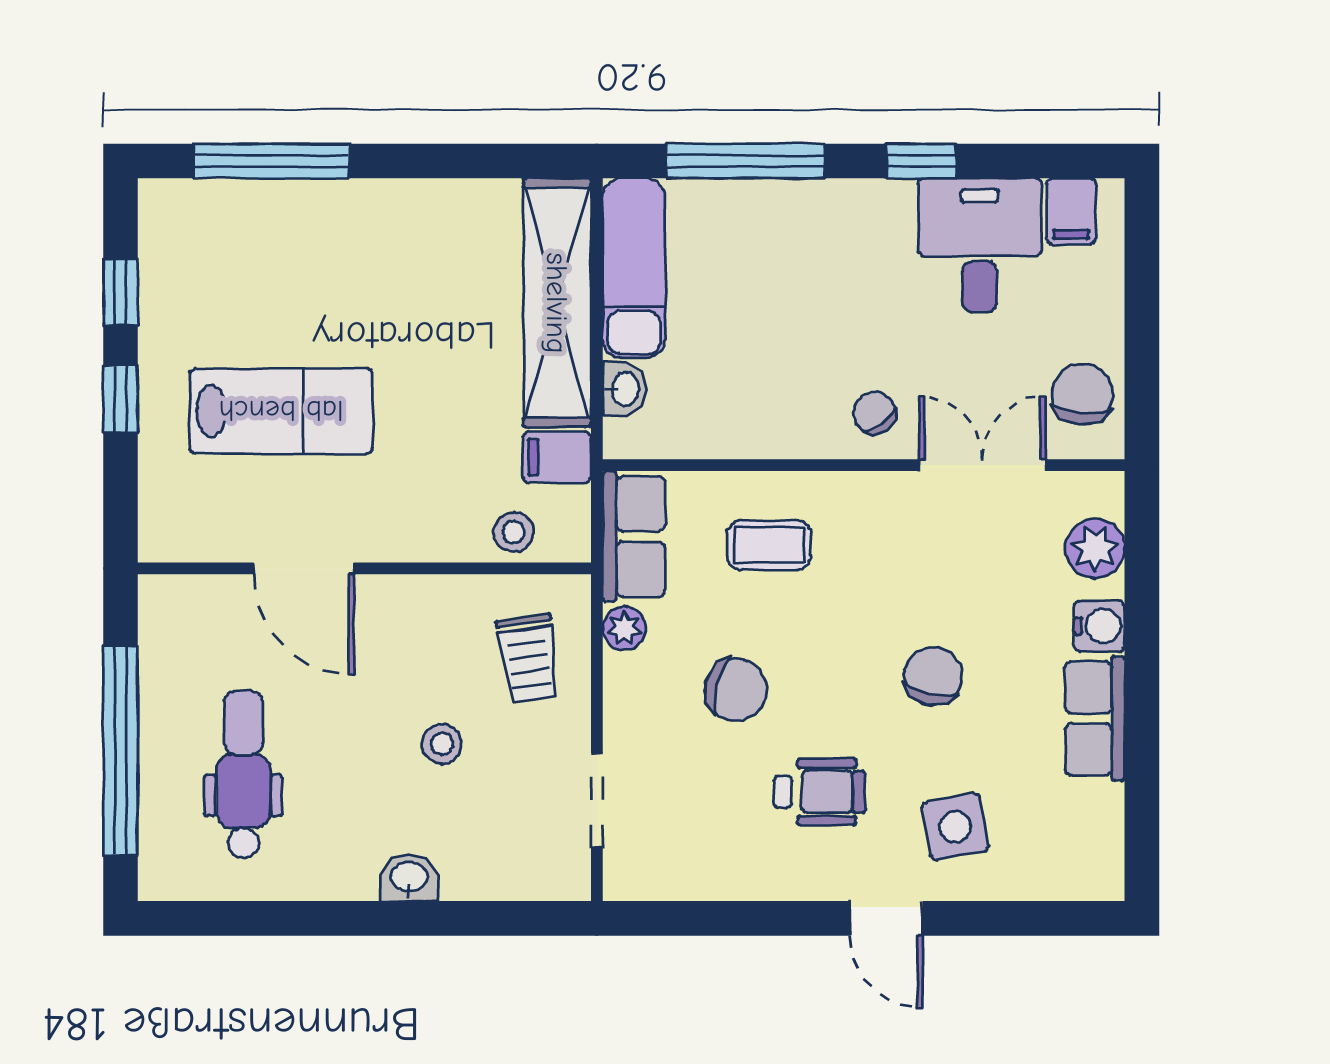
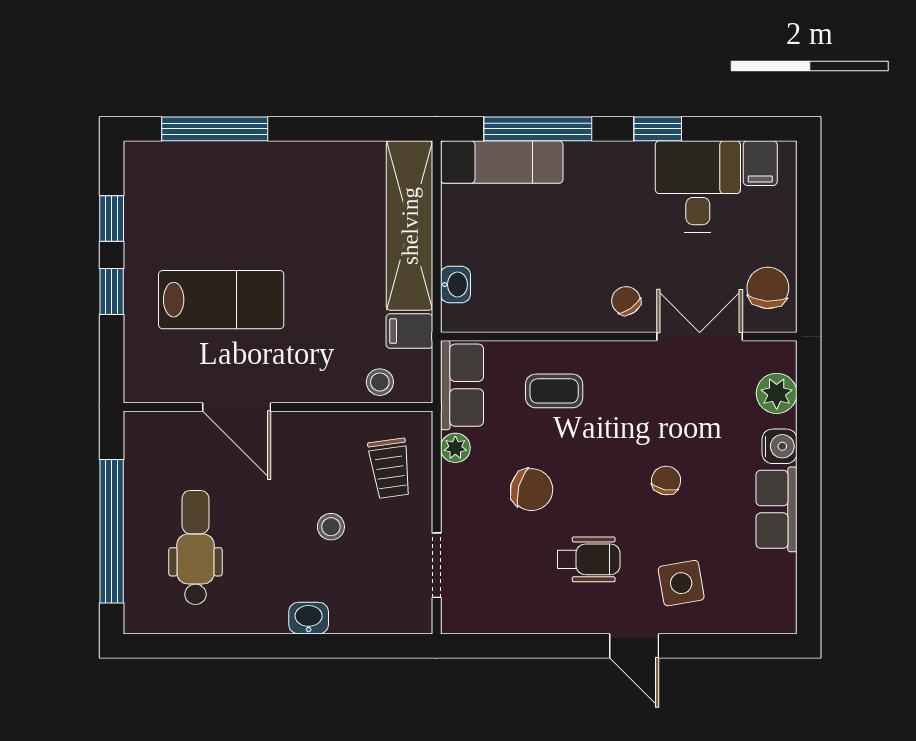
exam couch: (634, 268) -> (502, 162), moved, turned 90
chair: (933, 676) -> (666, 480), width x0.73, depth x0.73

